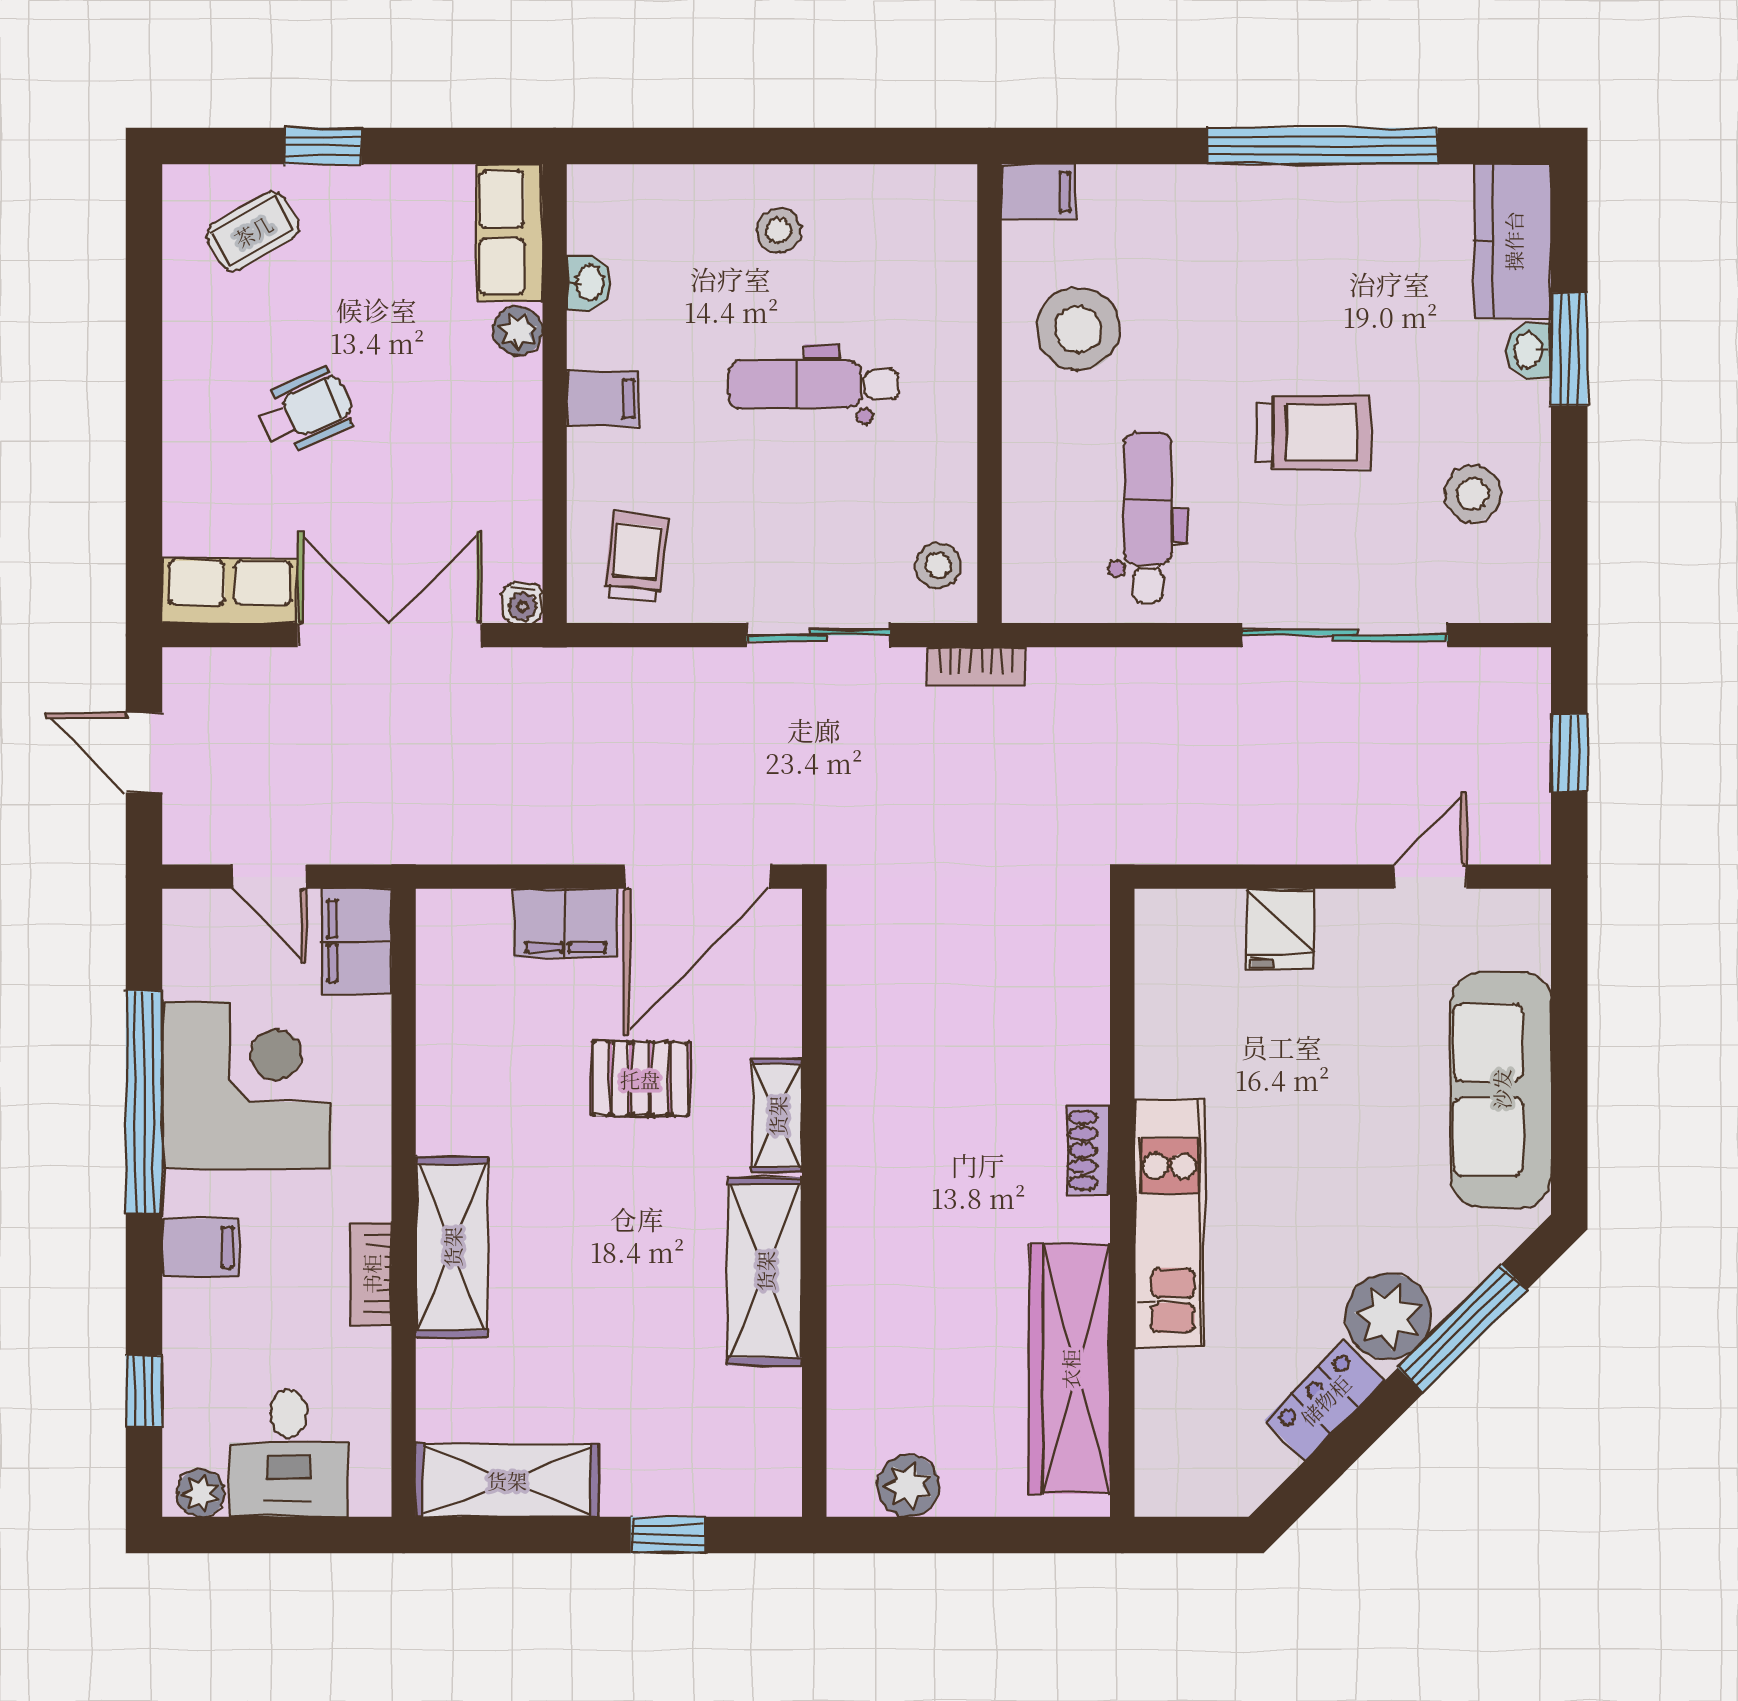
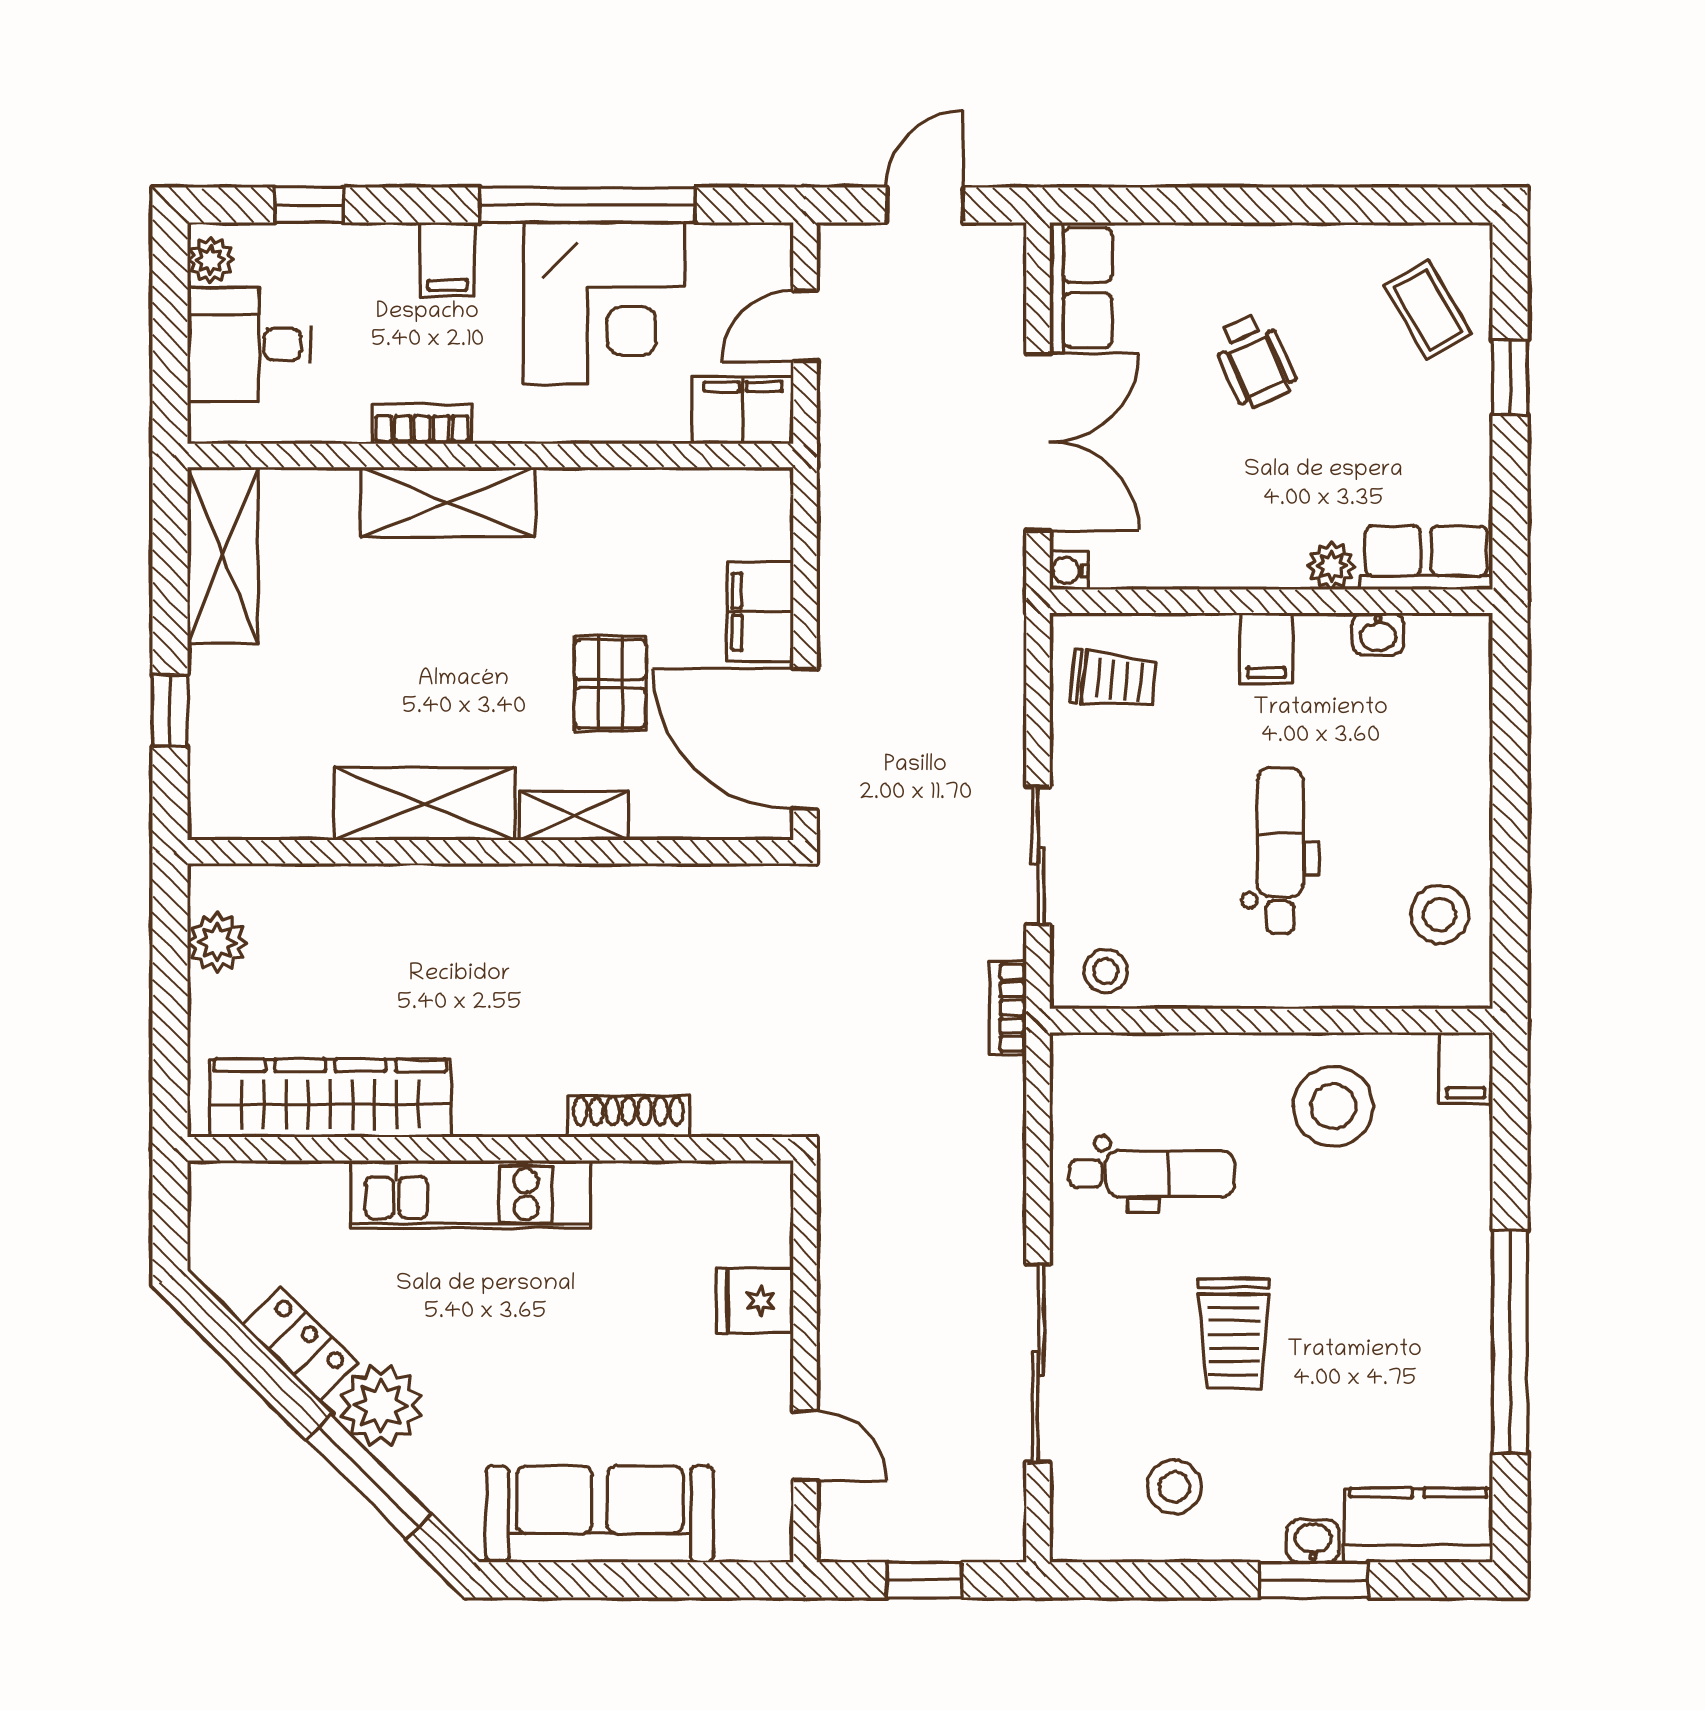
stool: (779, 231) -> (1440, 914), moved, width x1.37, depth x1.37
shoe rack: (1089, 1150) -> (629, 1116), moved, width x1.43

